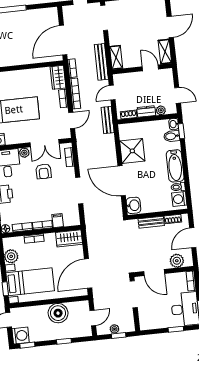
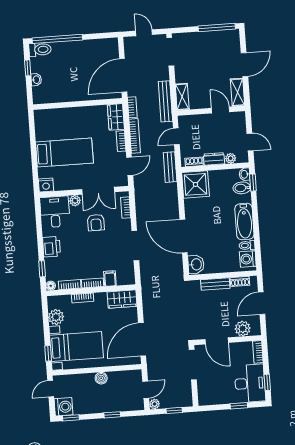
shower: (132, 151) -> (195, 184), moved
boiler: (58, 313) -> (101, 378), width x0.54, depth x0.54
plant: (114, 329) -> (155, 404), moved

